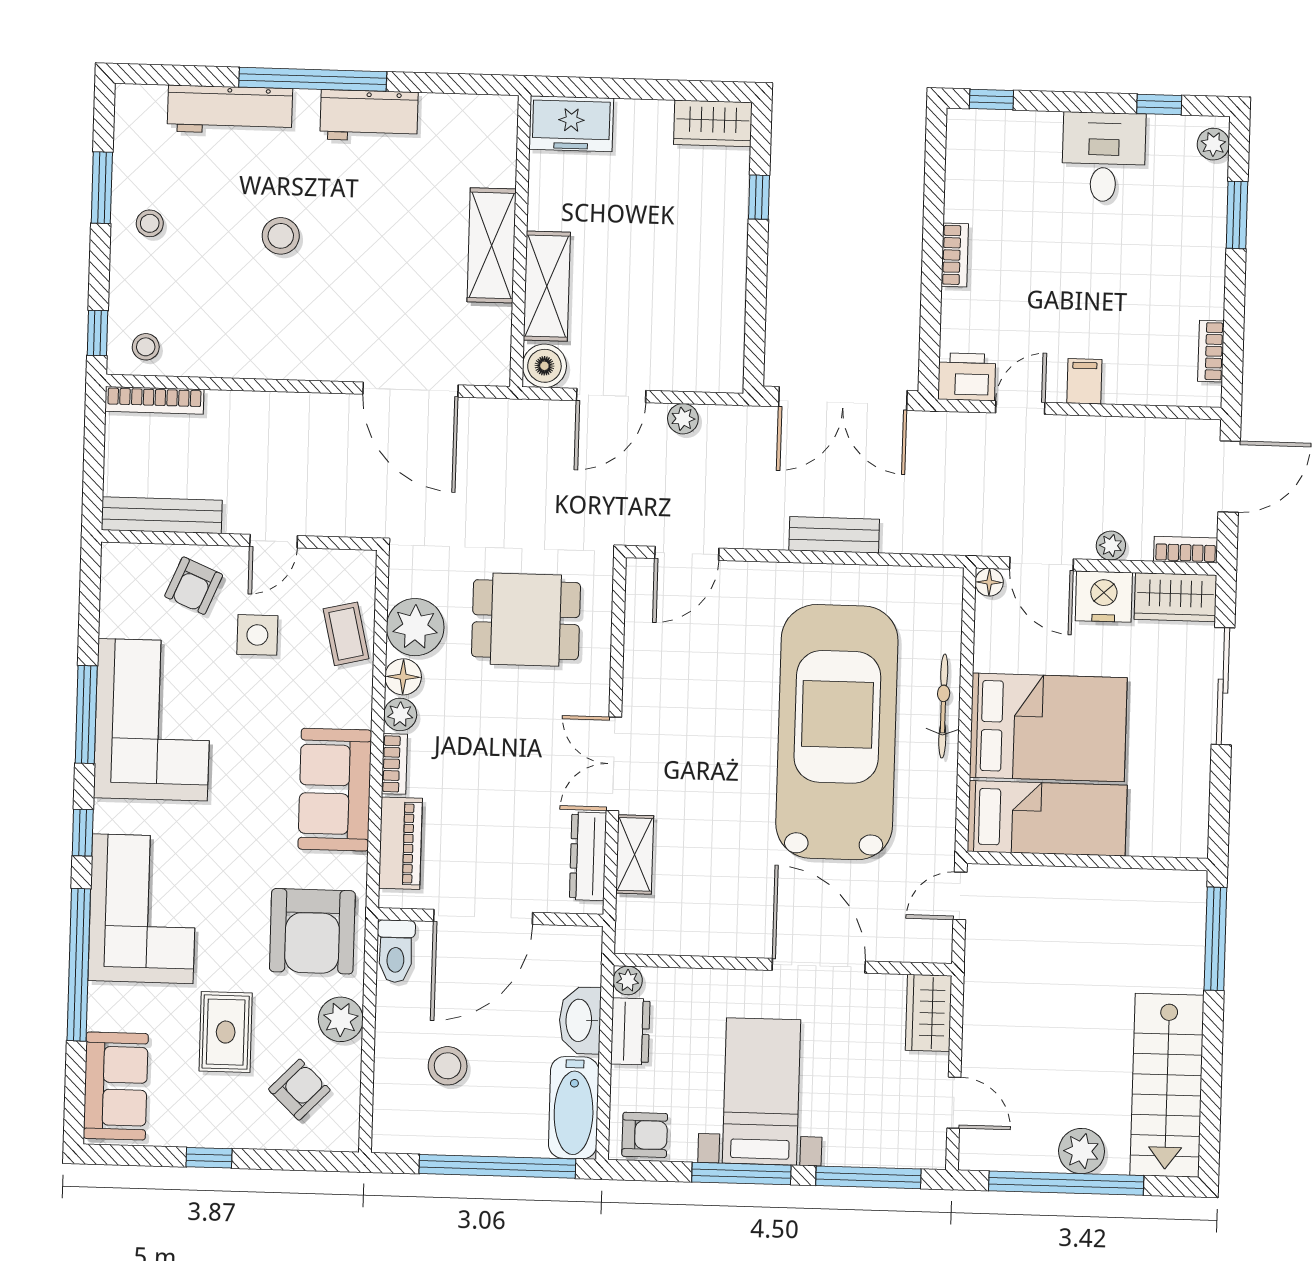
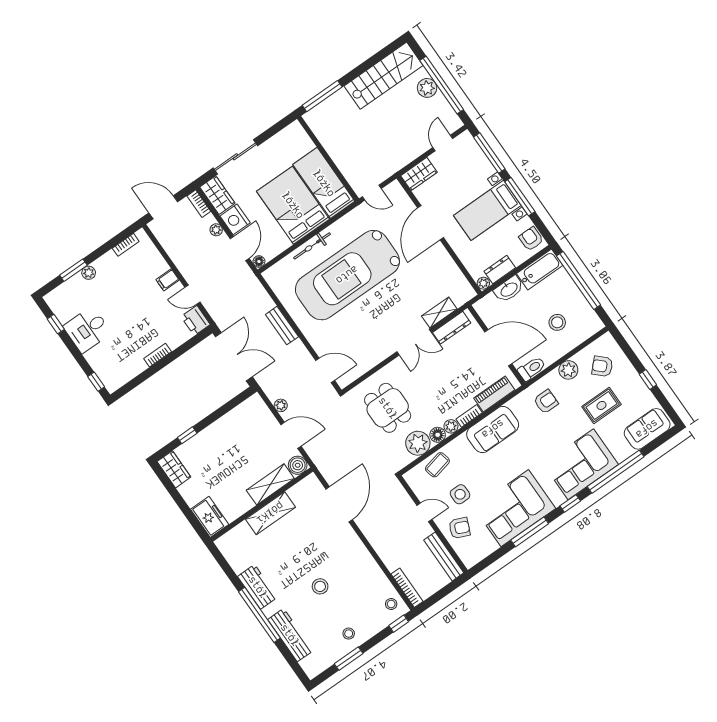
plant: (1213, 144) -> (89, 273), moved
armchair: (312, 931) -> (546, 402), width x0.53, depth x0.53

